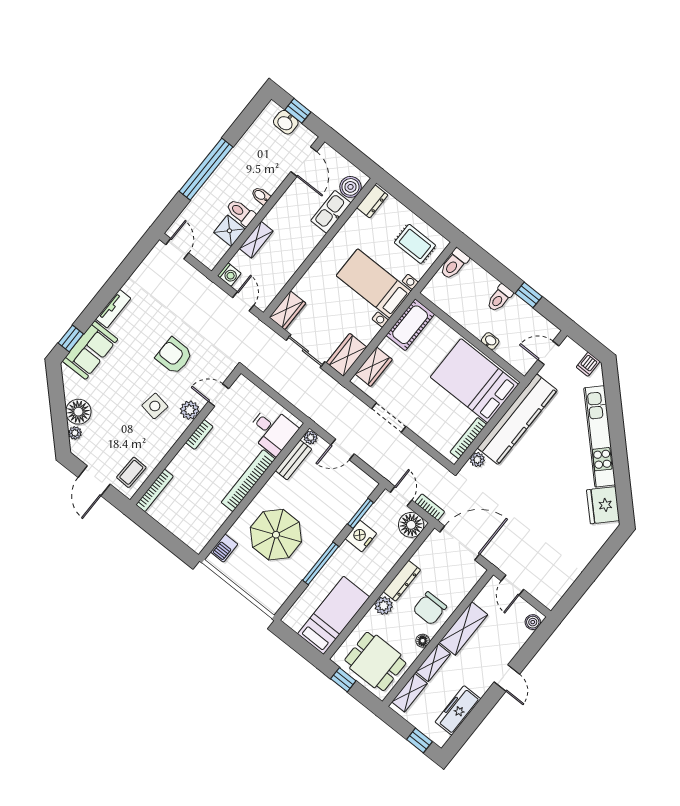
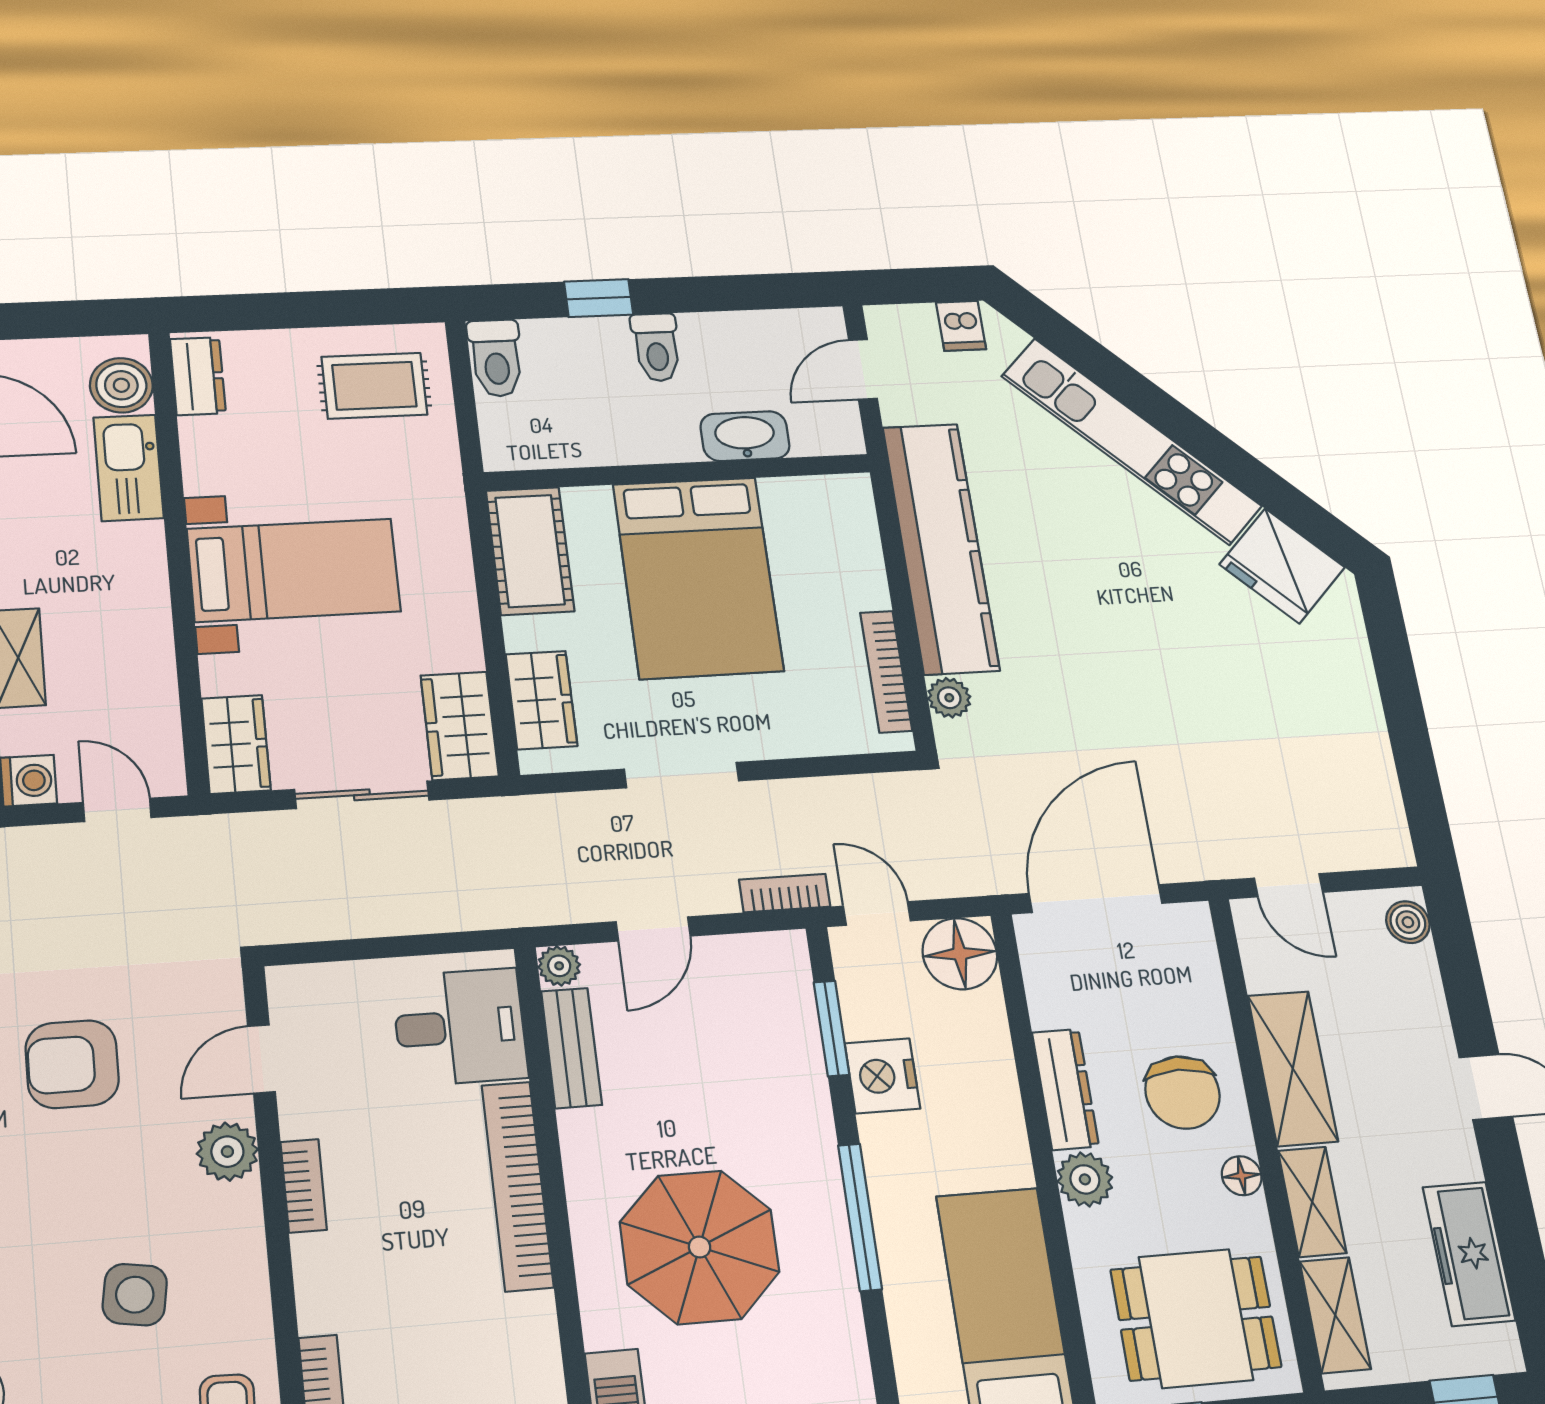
bed with nightstands: (374, 284) -> (294, 570), moved, turned 180
window: (529, 295) -> (599, 298), moved
washbasin: (490, 341) -> (745, 436), width x1.91, depth x1.45
bed: (474, 381) -> (698, 577), moved, turned -90
side table: (155, 406) -> (135, 1295), moved
bookcase: (430, 507) -> (785, 893), moved

